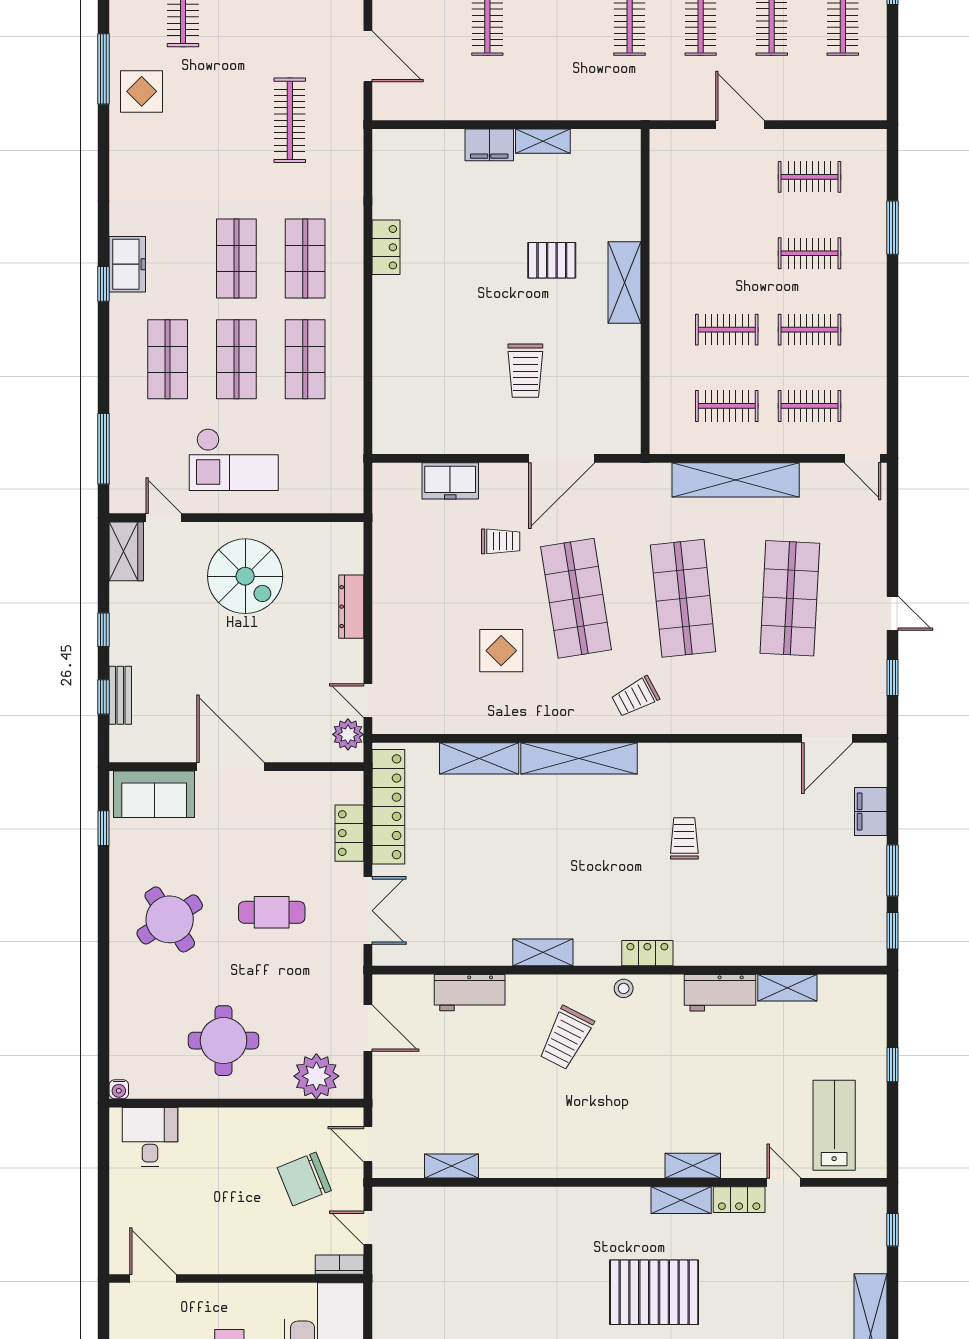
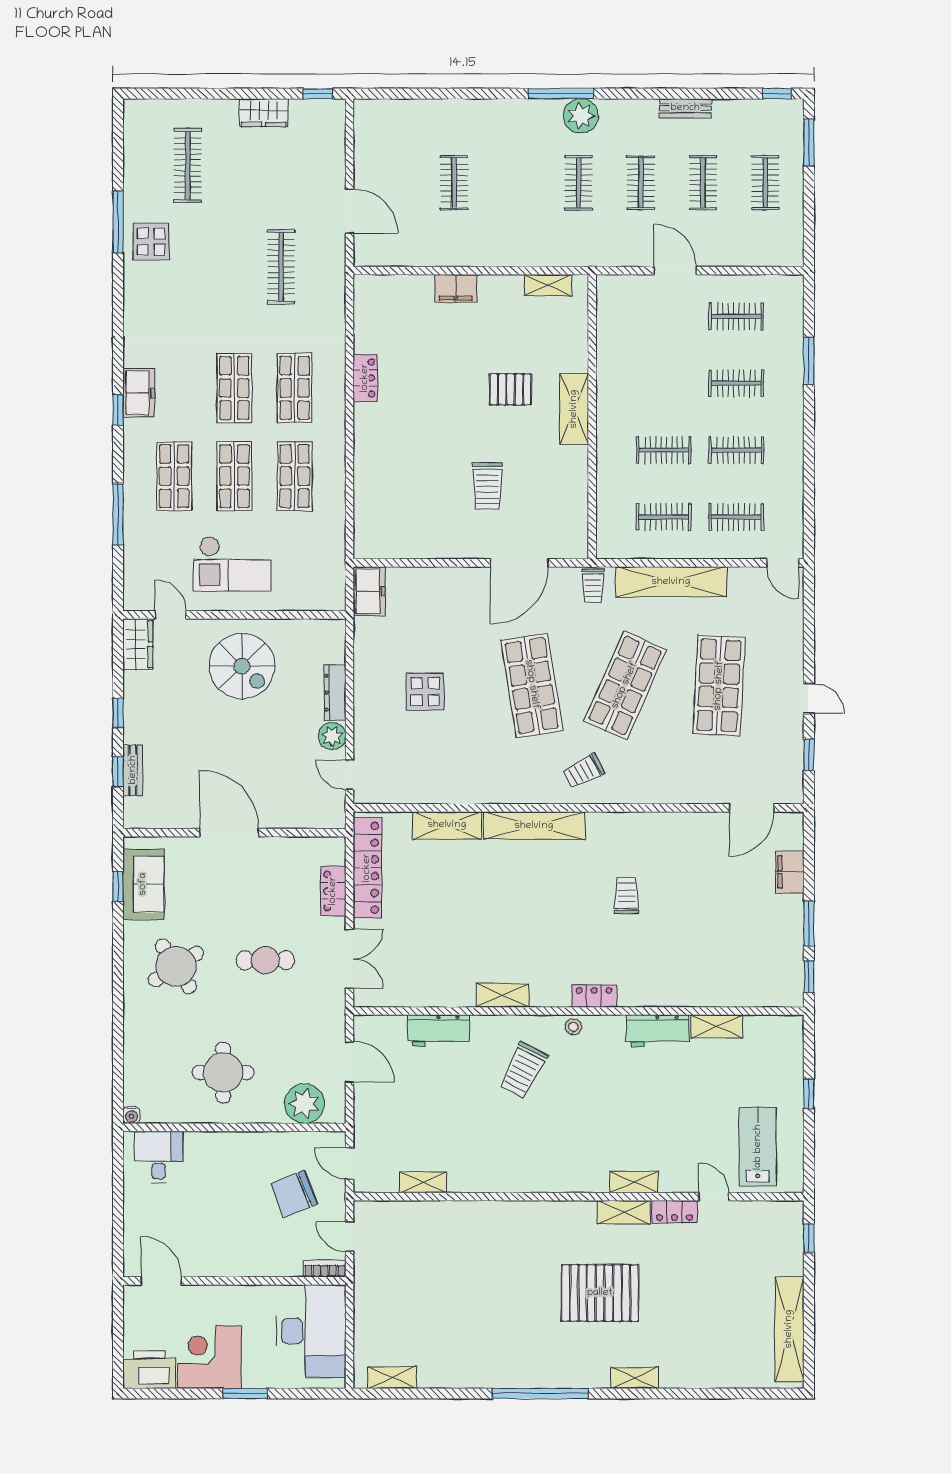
shelving: (543, 141) -> (548, 285), moved
window: (103, 449) -> (118, 514), moved
freezer: (450, 481) -> (369, 591), moved, turned -90
trolley: (501, 541) -> (593, 586), moved, turned 90
shop shelf: (683, 598) -> (625, 685), turned 30
display table: (501, 651) -> (425, 692), moved
plant: (348, 734) -> (332, 736), moved
sofa: (154, 794) -> (143, 884), moved, turned -90

